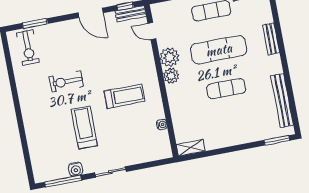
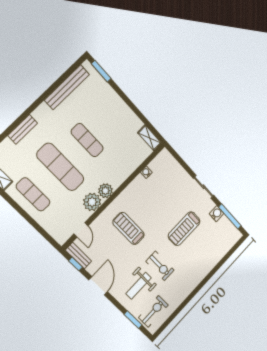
weight bench: (63, 49) -> (139, 286), added
treadmill: (124, 96) -> (129, 228), moved

